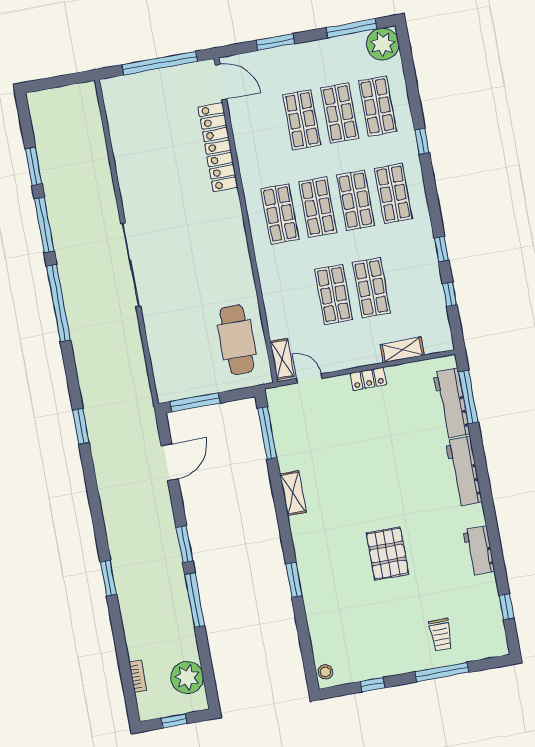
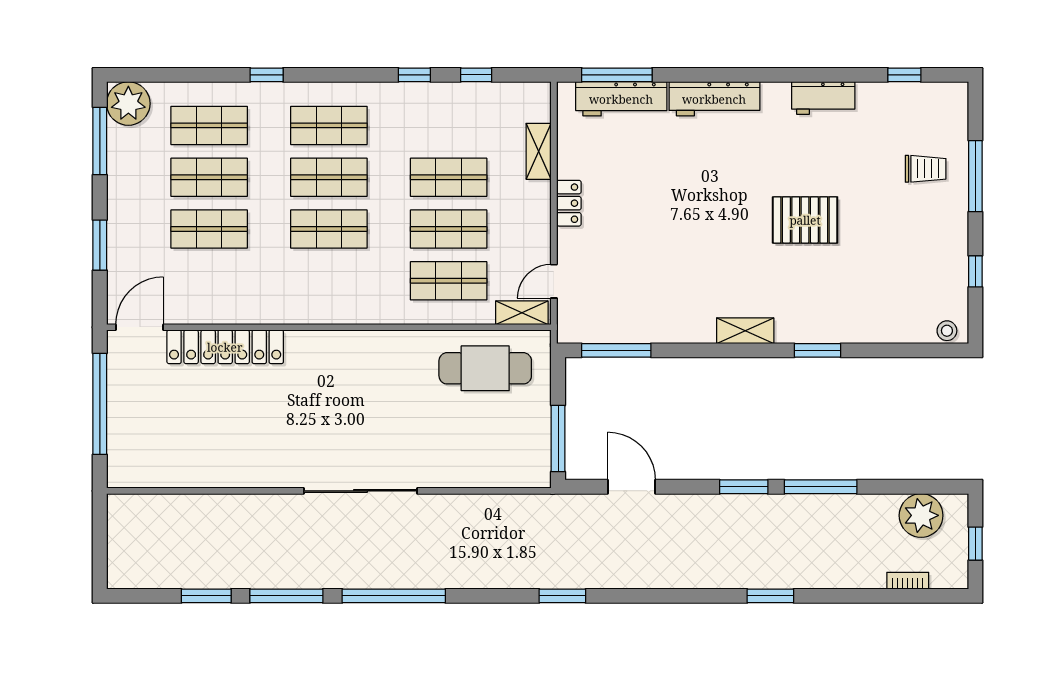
shop shelf: (280, 214) -> (449, 281), moved
shelving: (293, 493) -> (745, 331), moved

